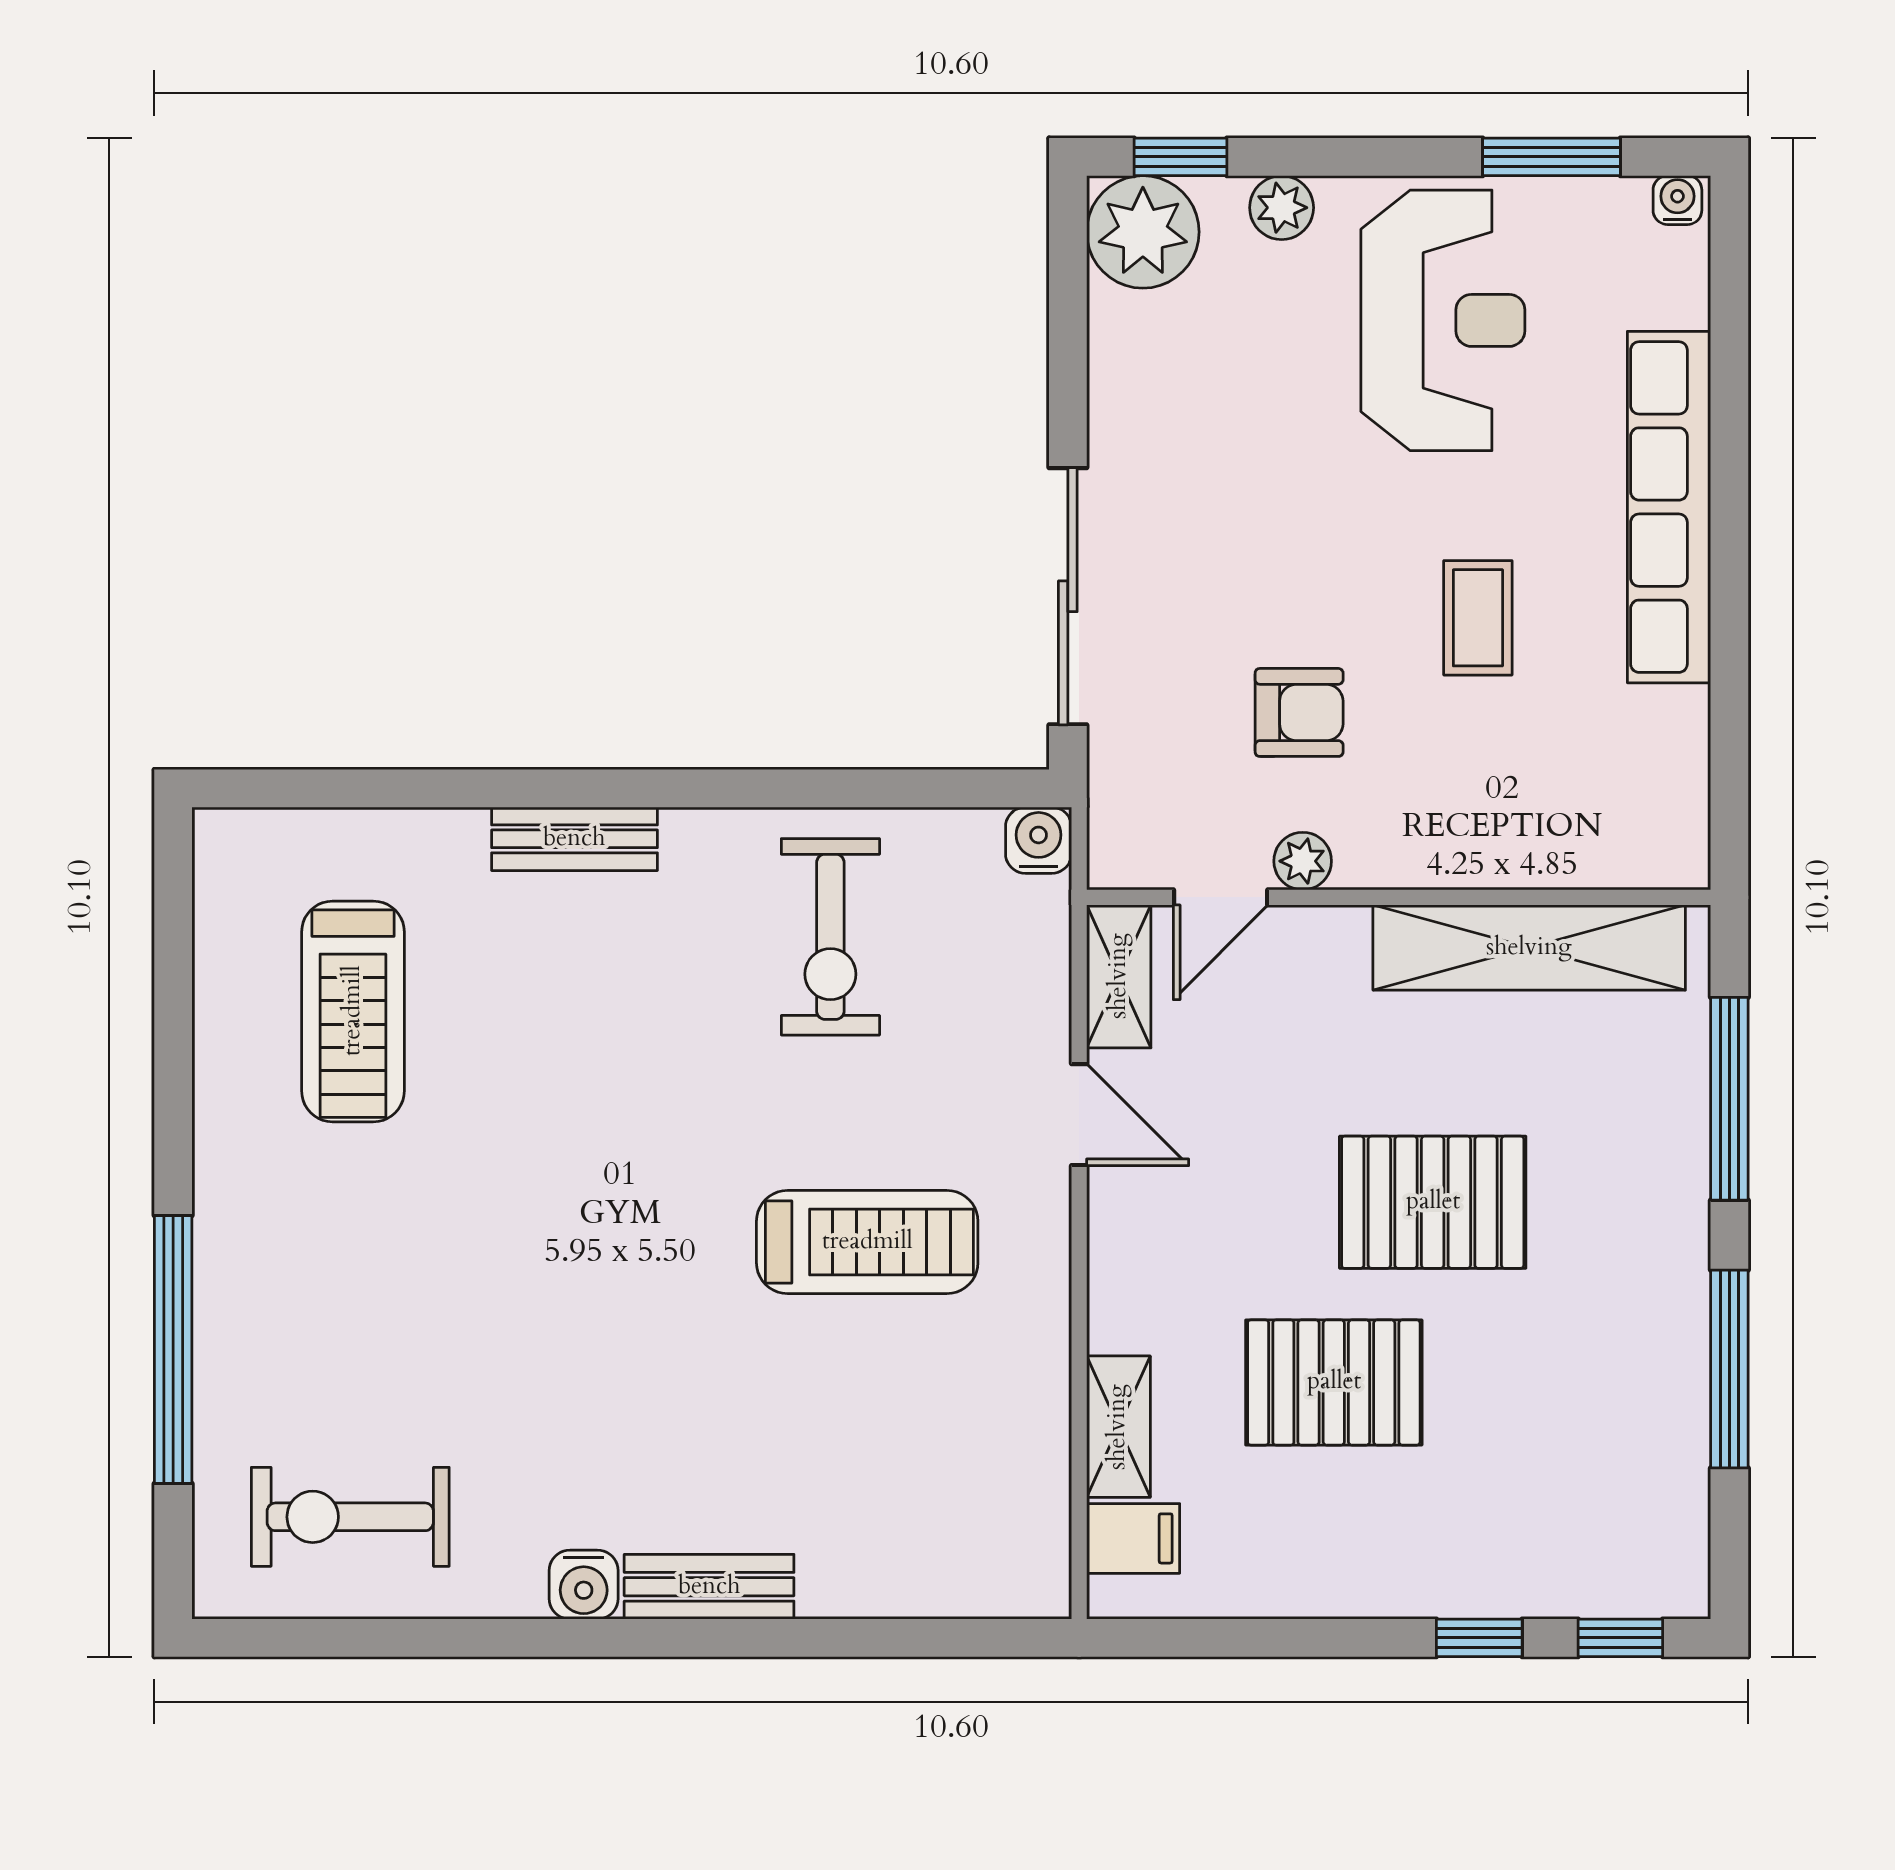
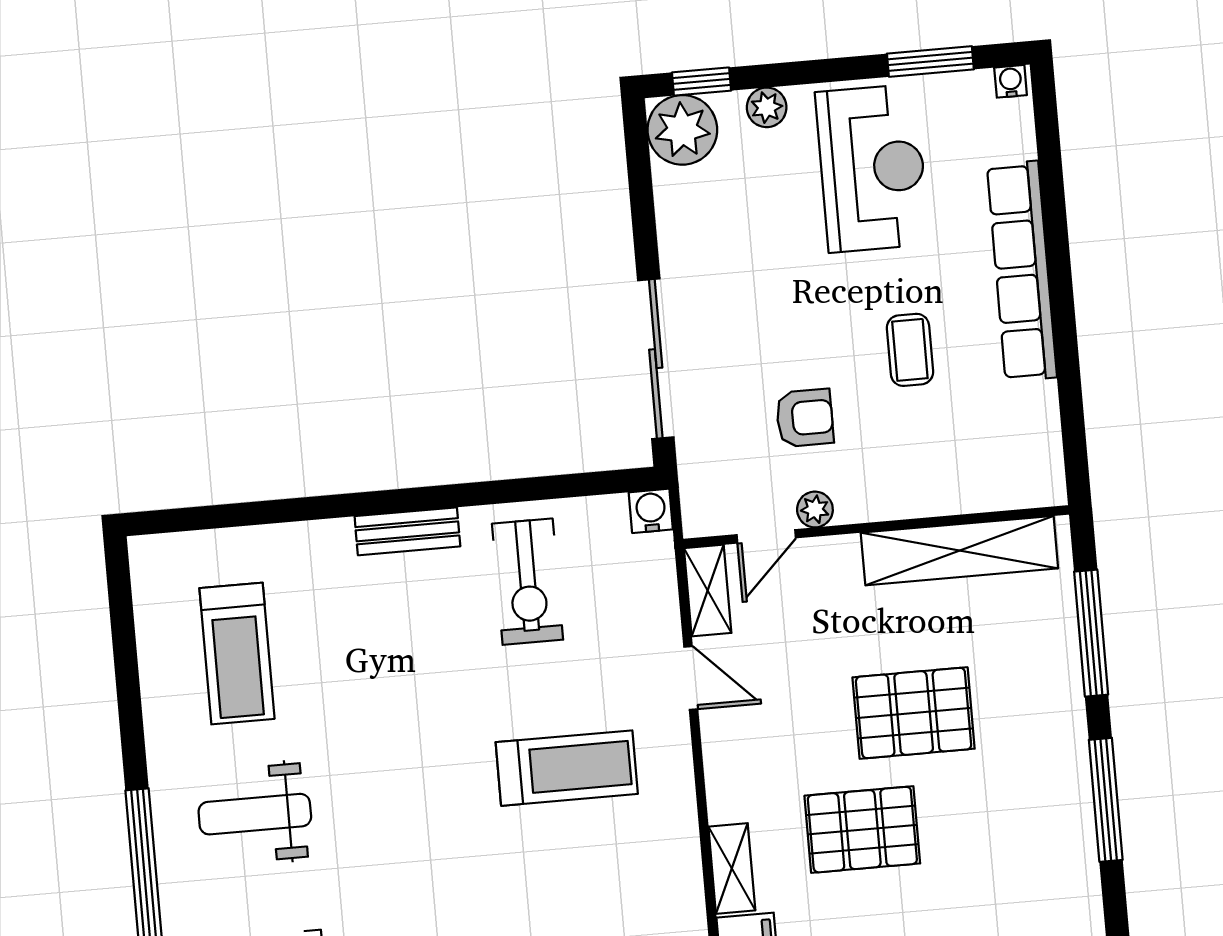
bench: (574, 839) -> (407, 531), moved
weight bench: (359, 1272) -> (255, 814), added

